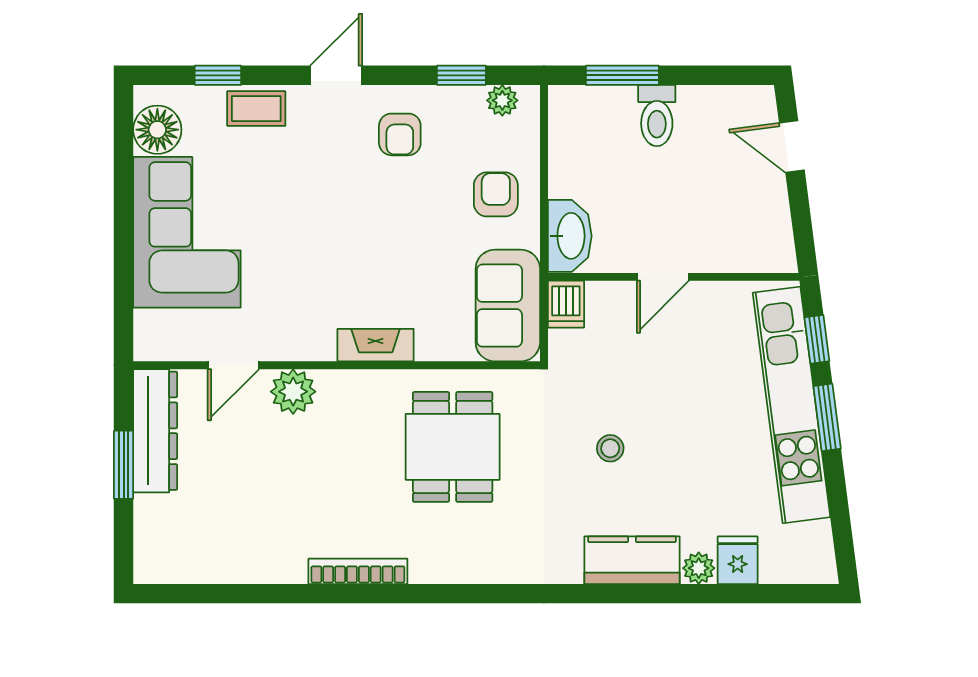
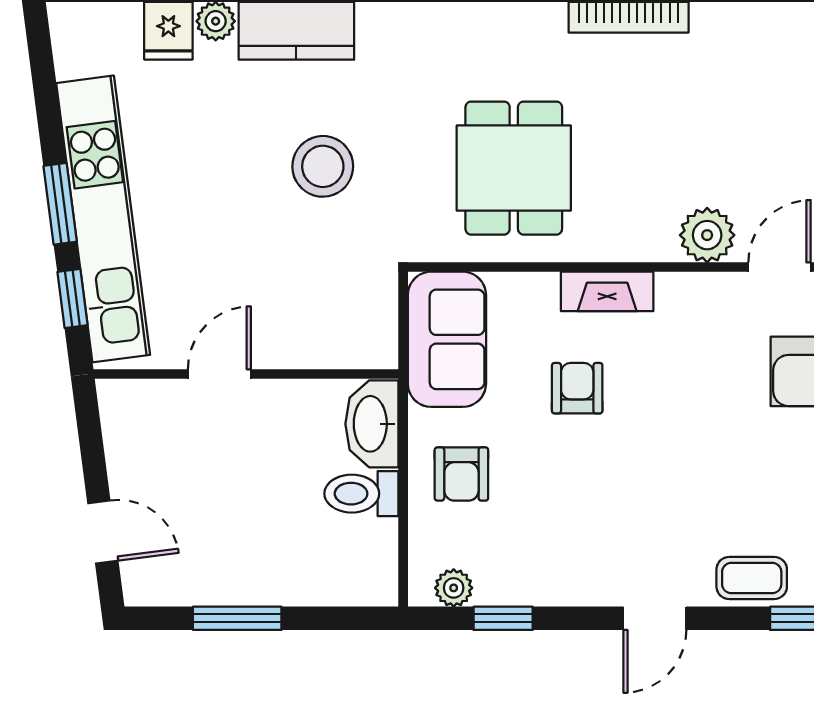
window: (622, 75) -> (237, 618), moved
toilet: (657, 116) -> (361, 494), moved, turned -90
armchair: (400, 134) -> (577, 388), moved
door: (663, 277) -> (219, 374), moved
dishwasher: (566, 304) -> (376, 341), removed
stool: (610, 448) -> (323, 166), width x1.89, depth x1.89

